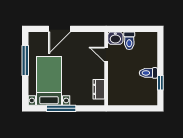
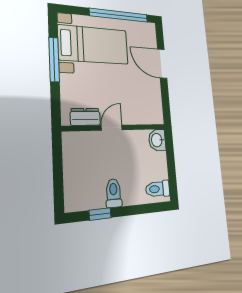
toilet: (129, 41) -> (158, 189), moved
door: (106, 55) -> (112, 128), moved
window: (25, 61) -> (119, 15), width x1.46

